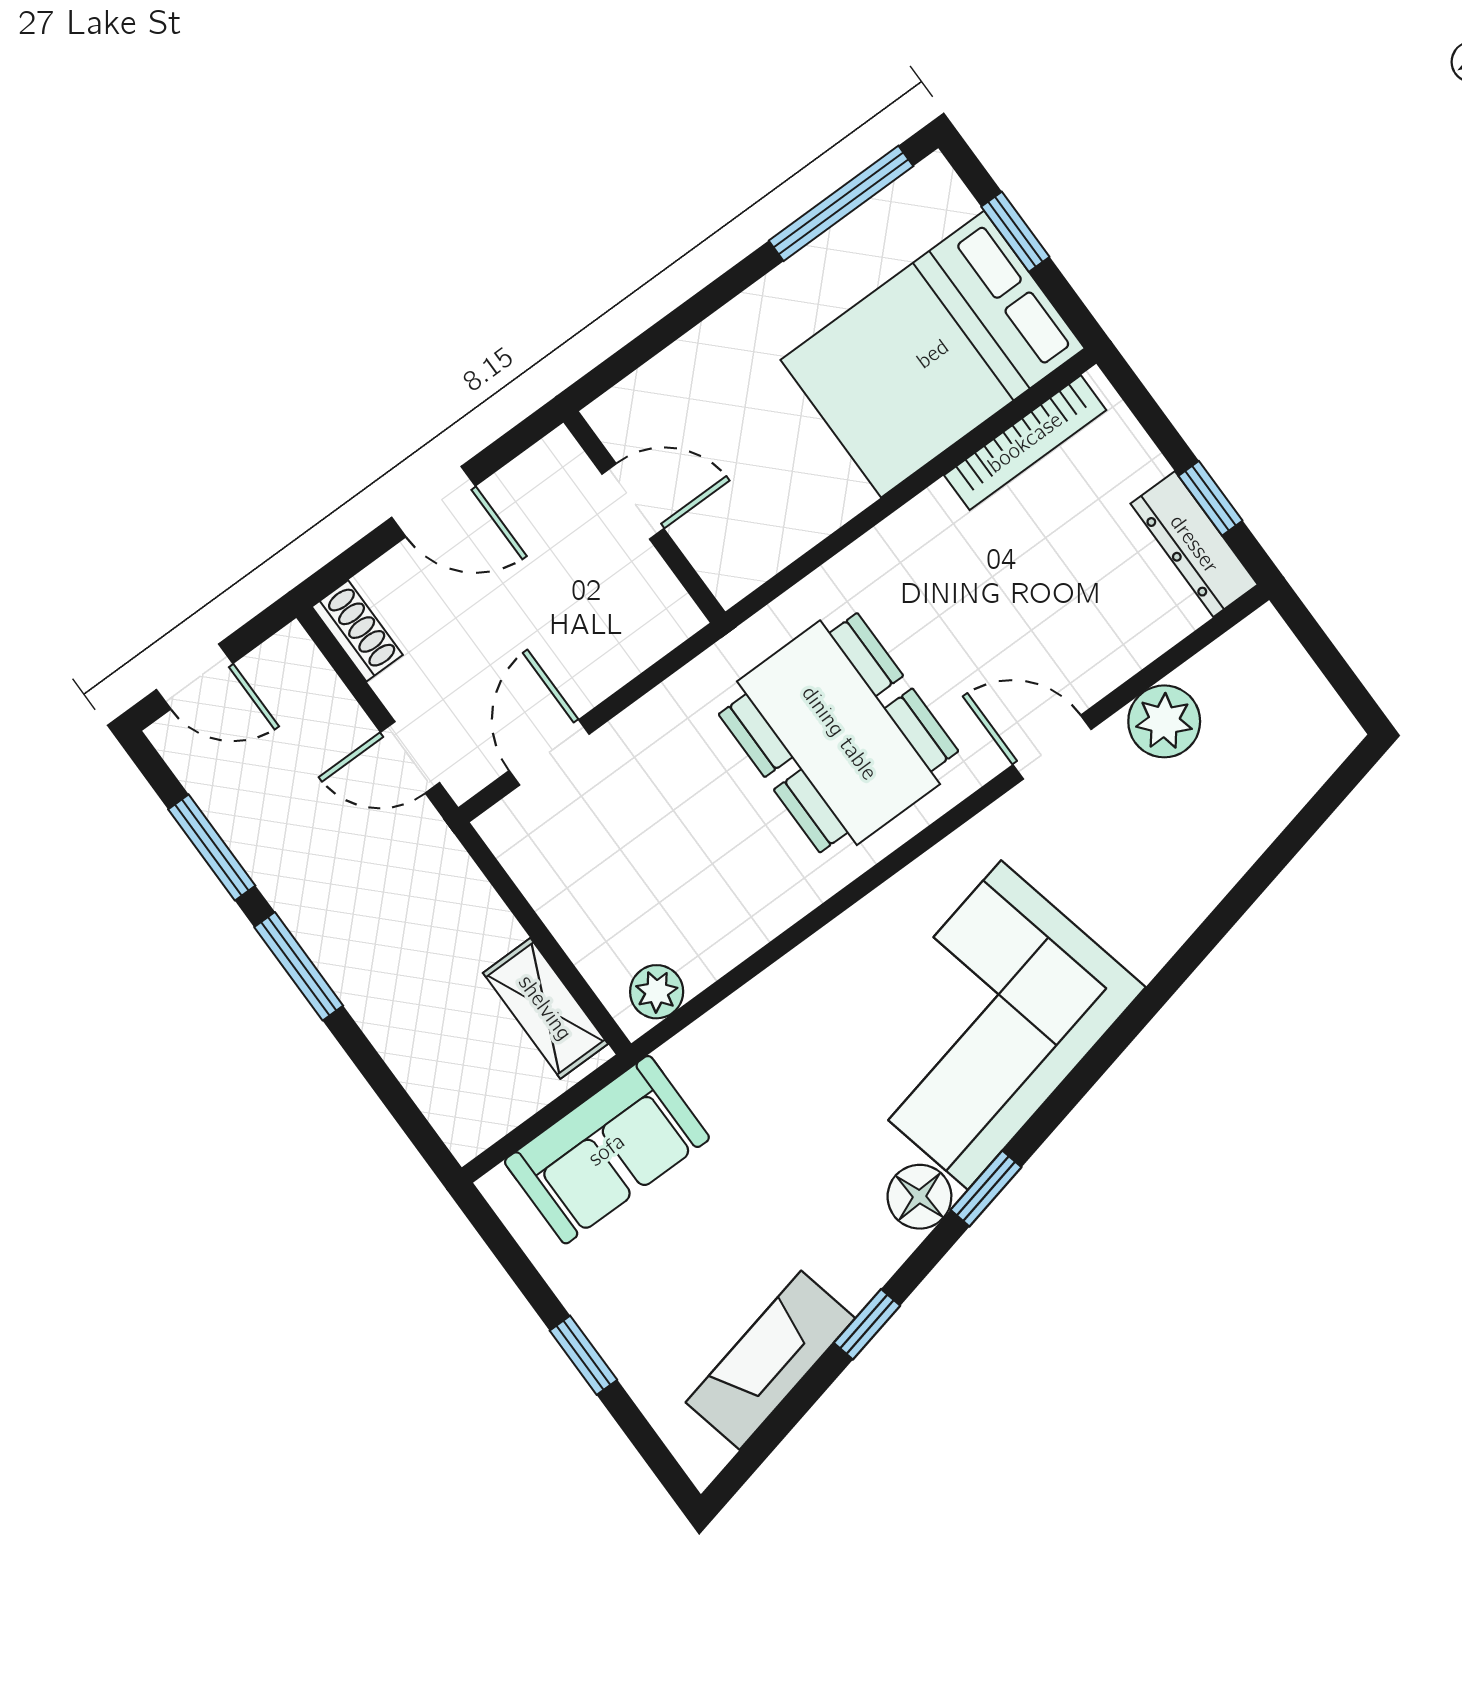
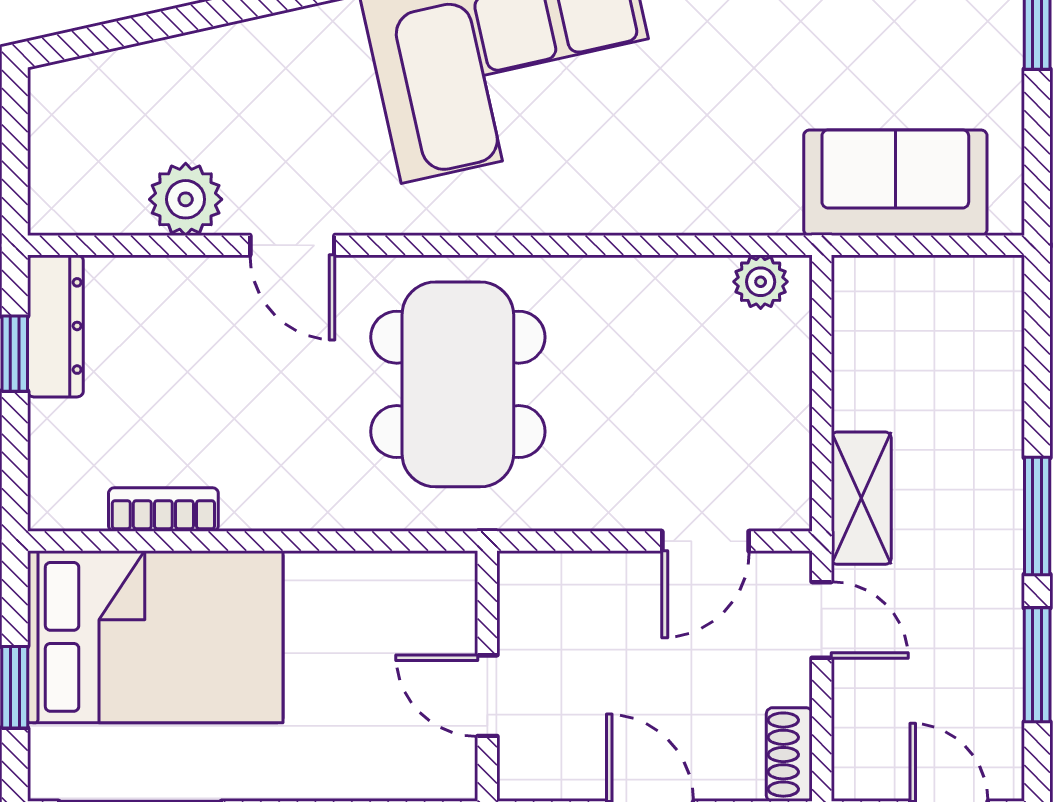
bookcase: (1025, 443) -> (163, 509), width x0.64
shelving: (545, 1008) -> (861, 498), moved

